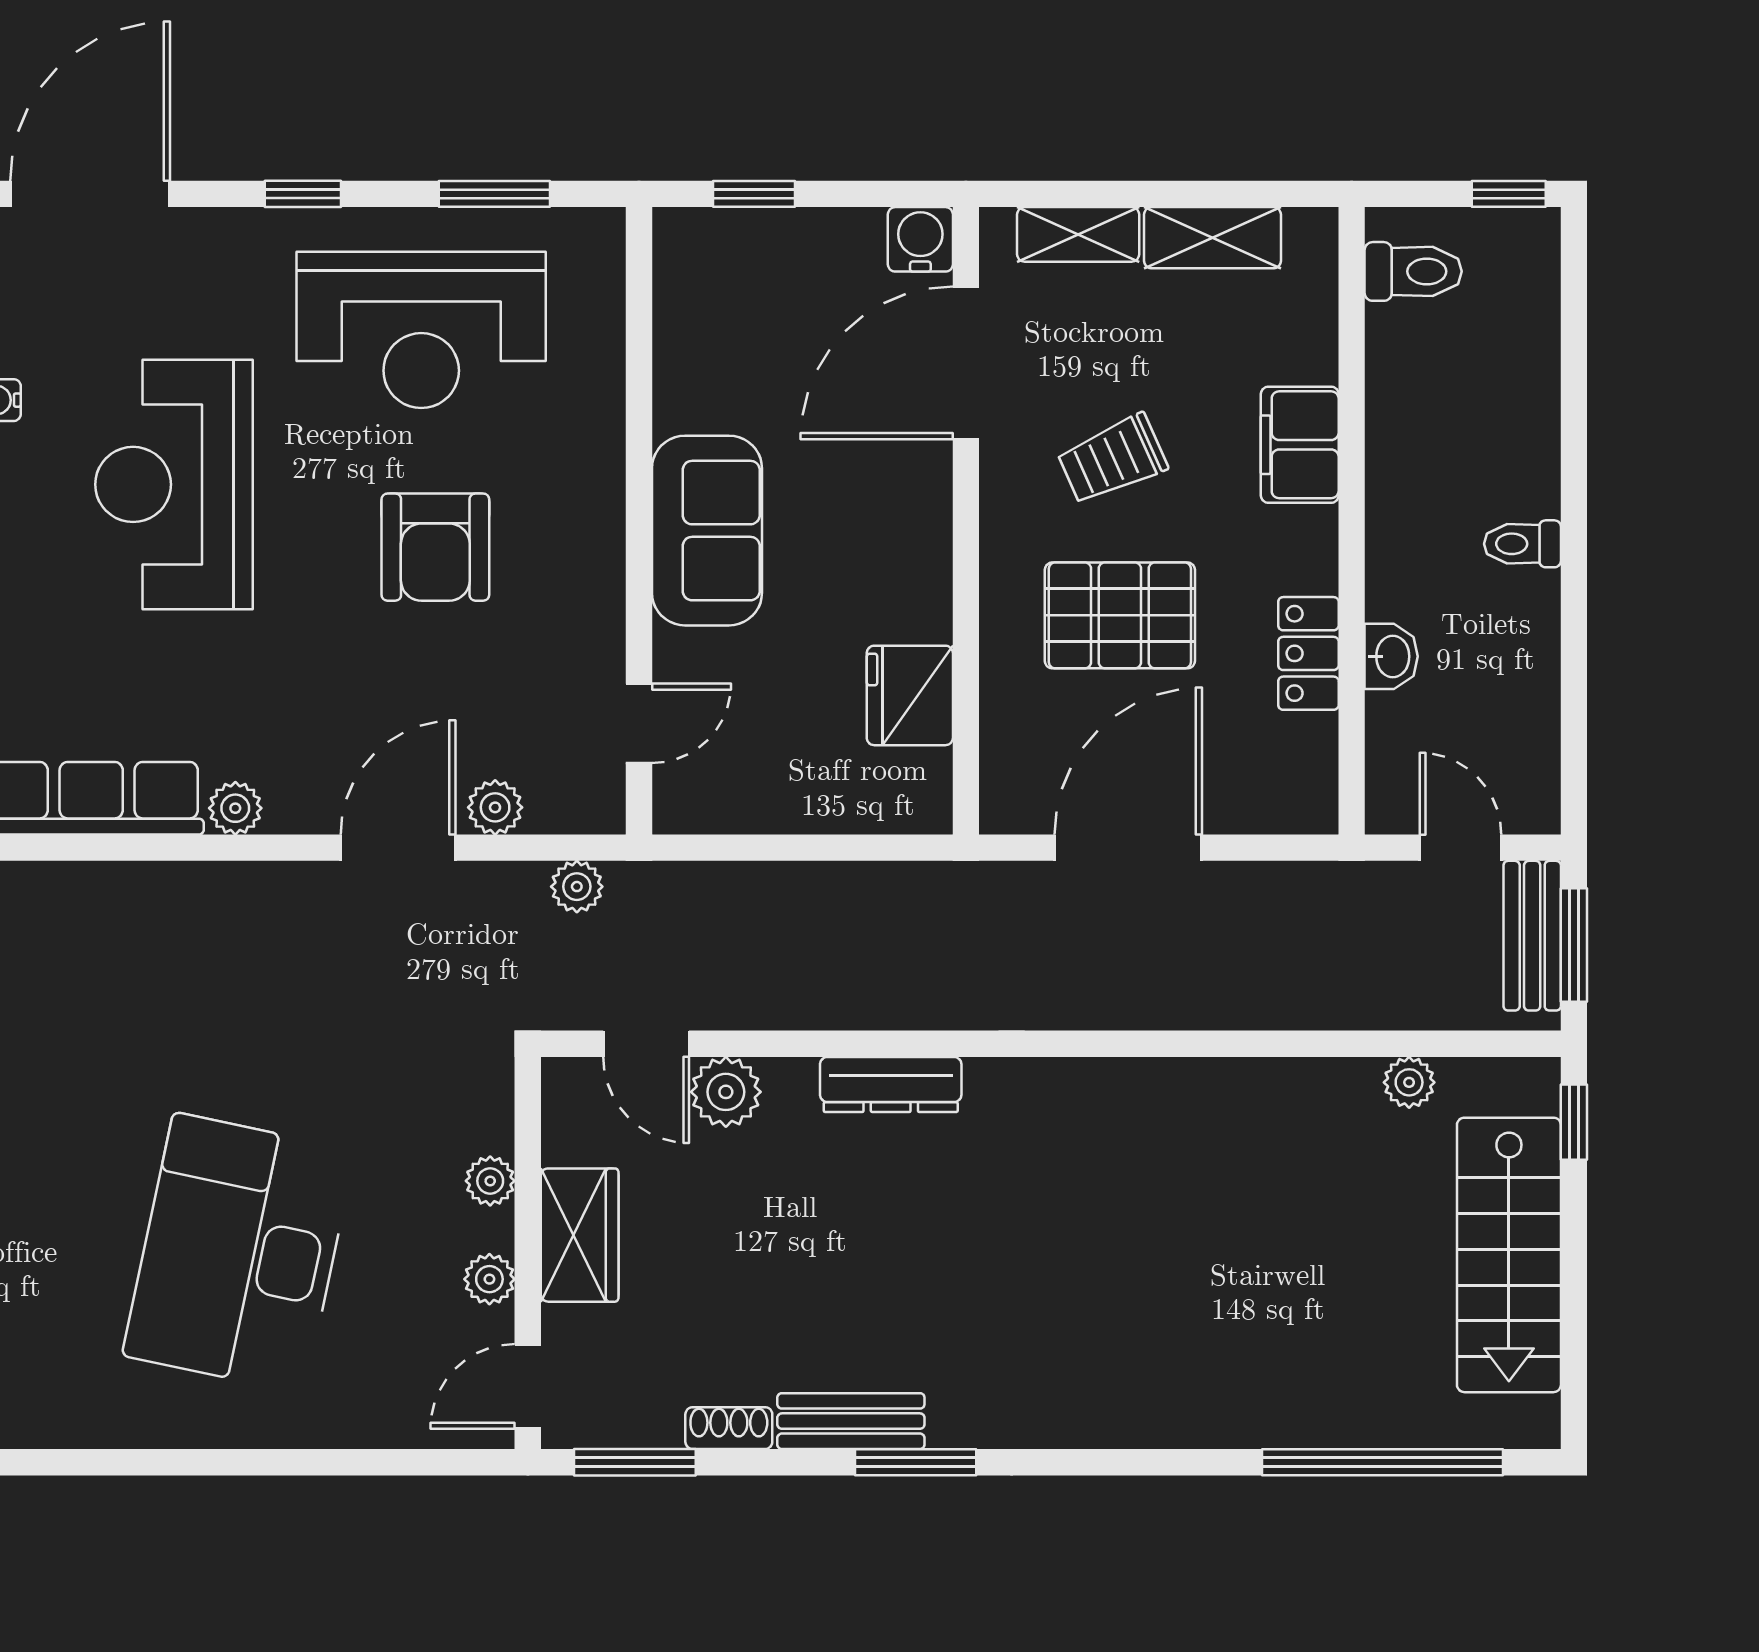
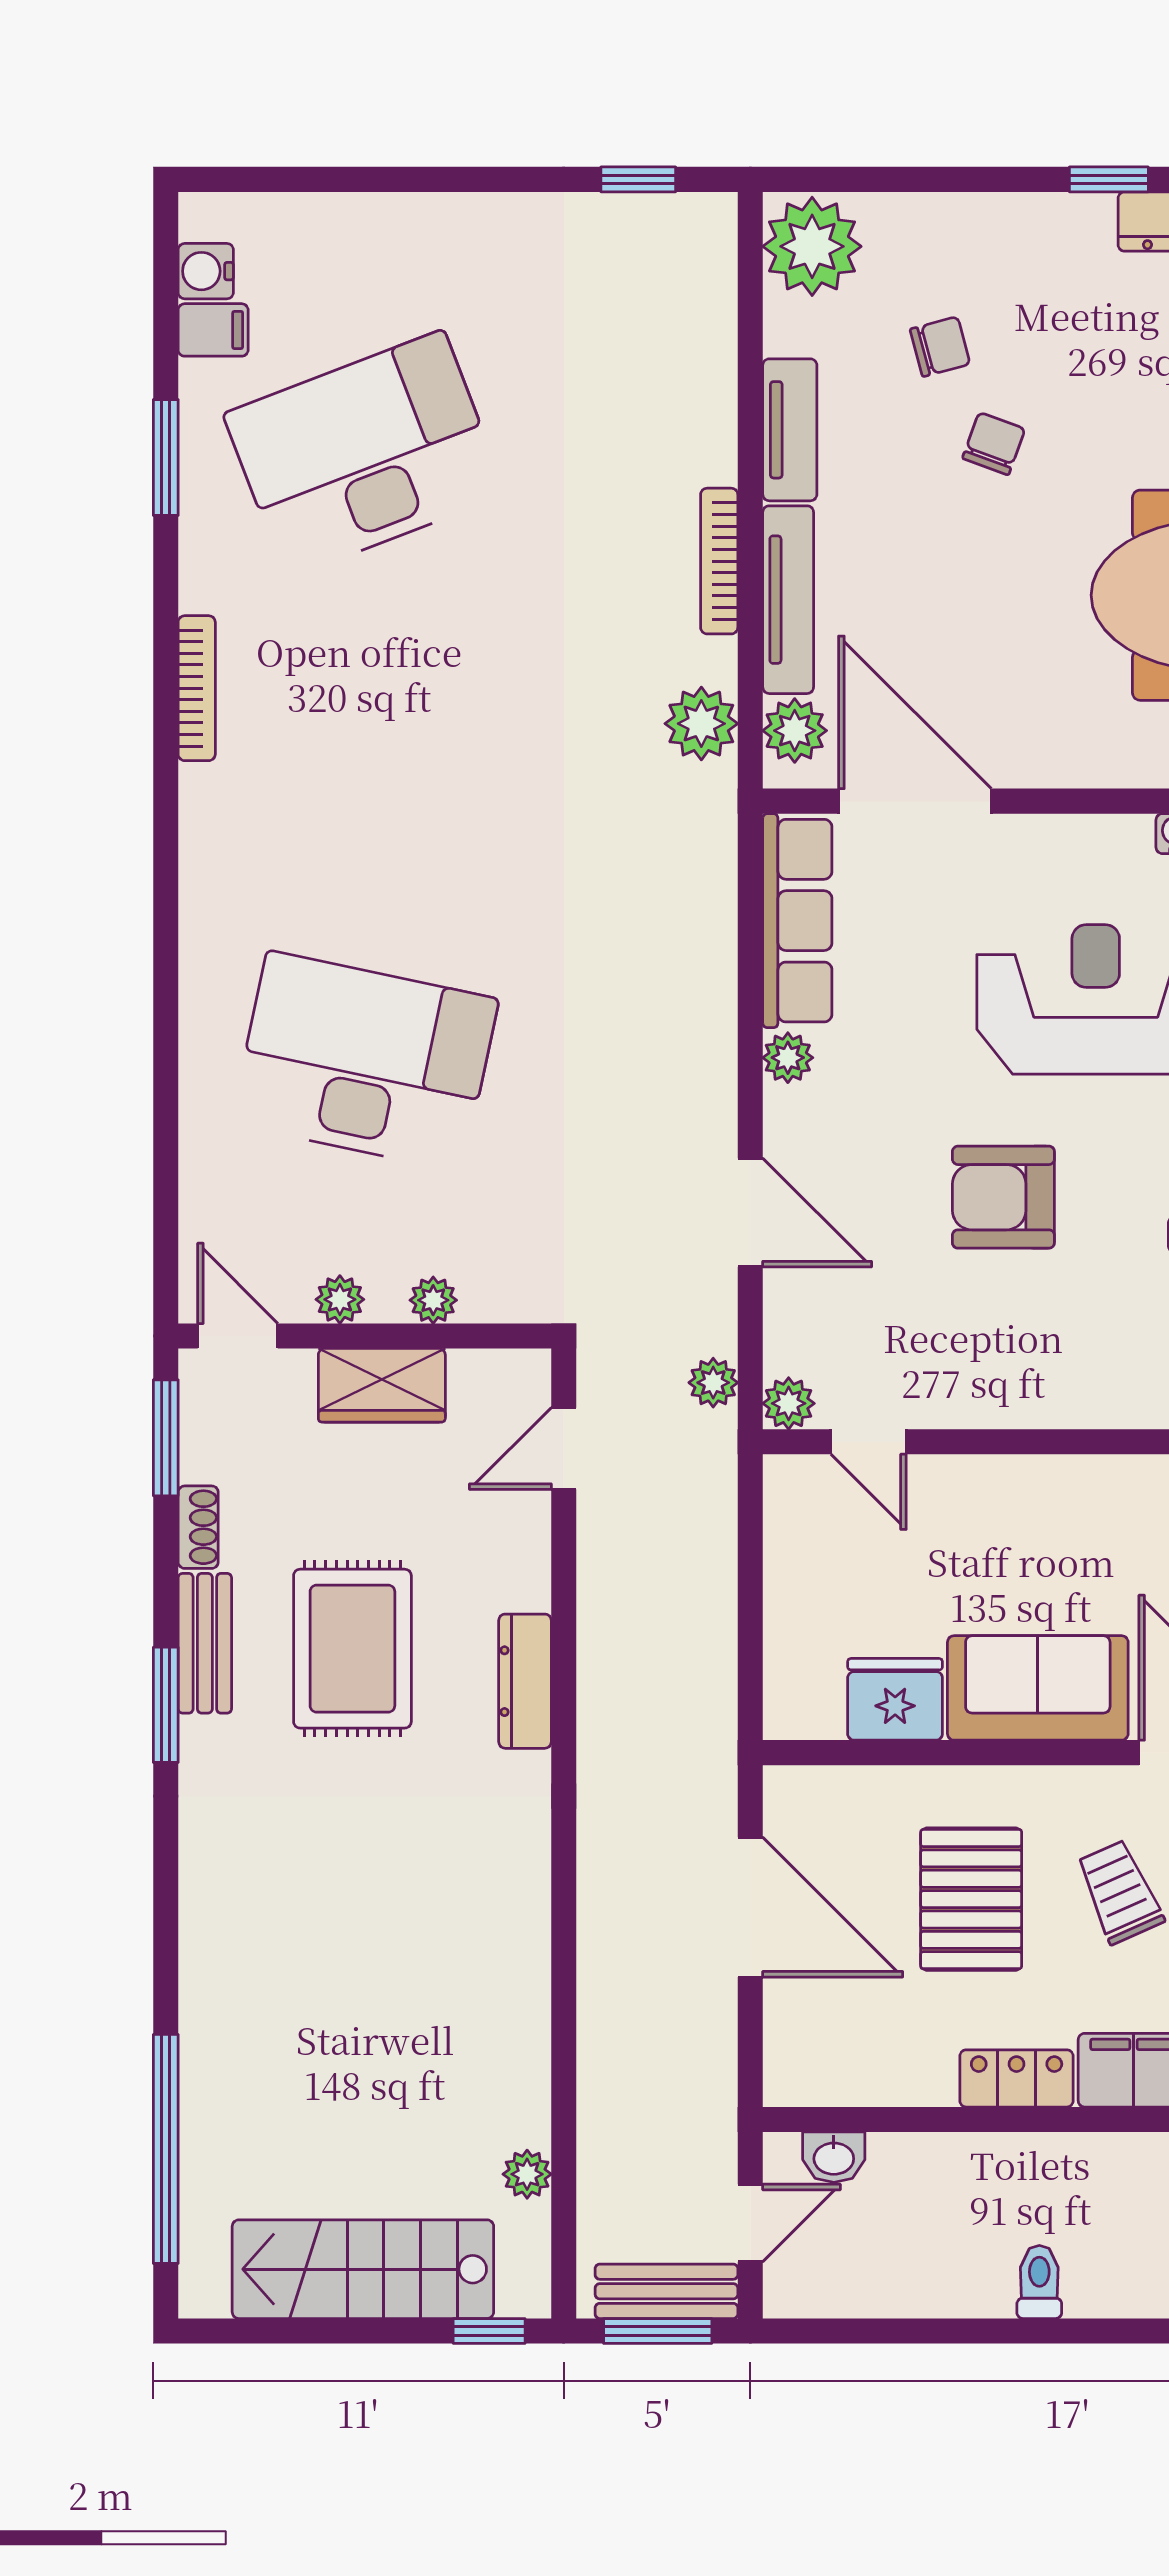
sofa: (707, 531) -> (1038, 1688), moved, turned 180
armchair: (435, 547) -> (1003, 1197), moved
locker: (1308, 653) -> (1017, 2078), moved
washbasin: (1391, 656) -> (834, 2157), moved
plant: (495, 807) -> (789, 1403), moved
plant: (726, 1092) -> (518, 1524), removed
rug: (857, 1266) -> (352, 1649), added

